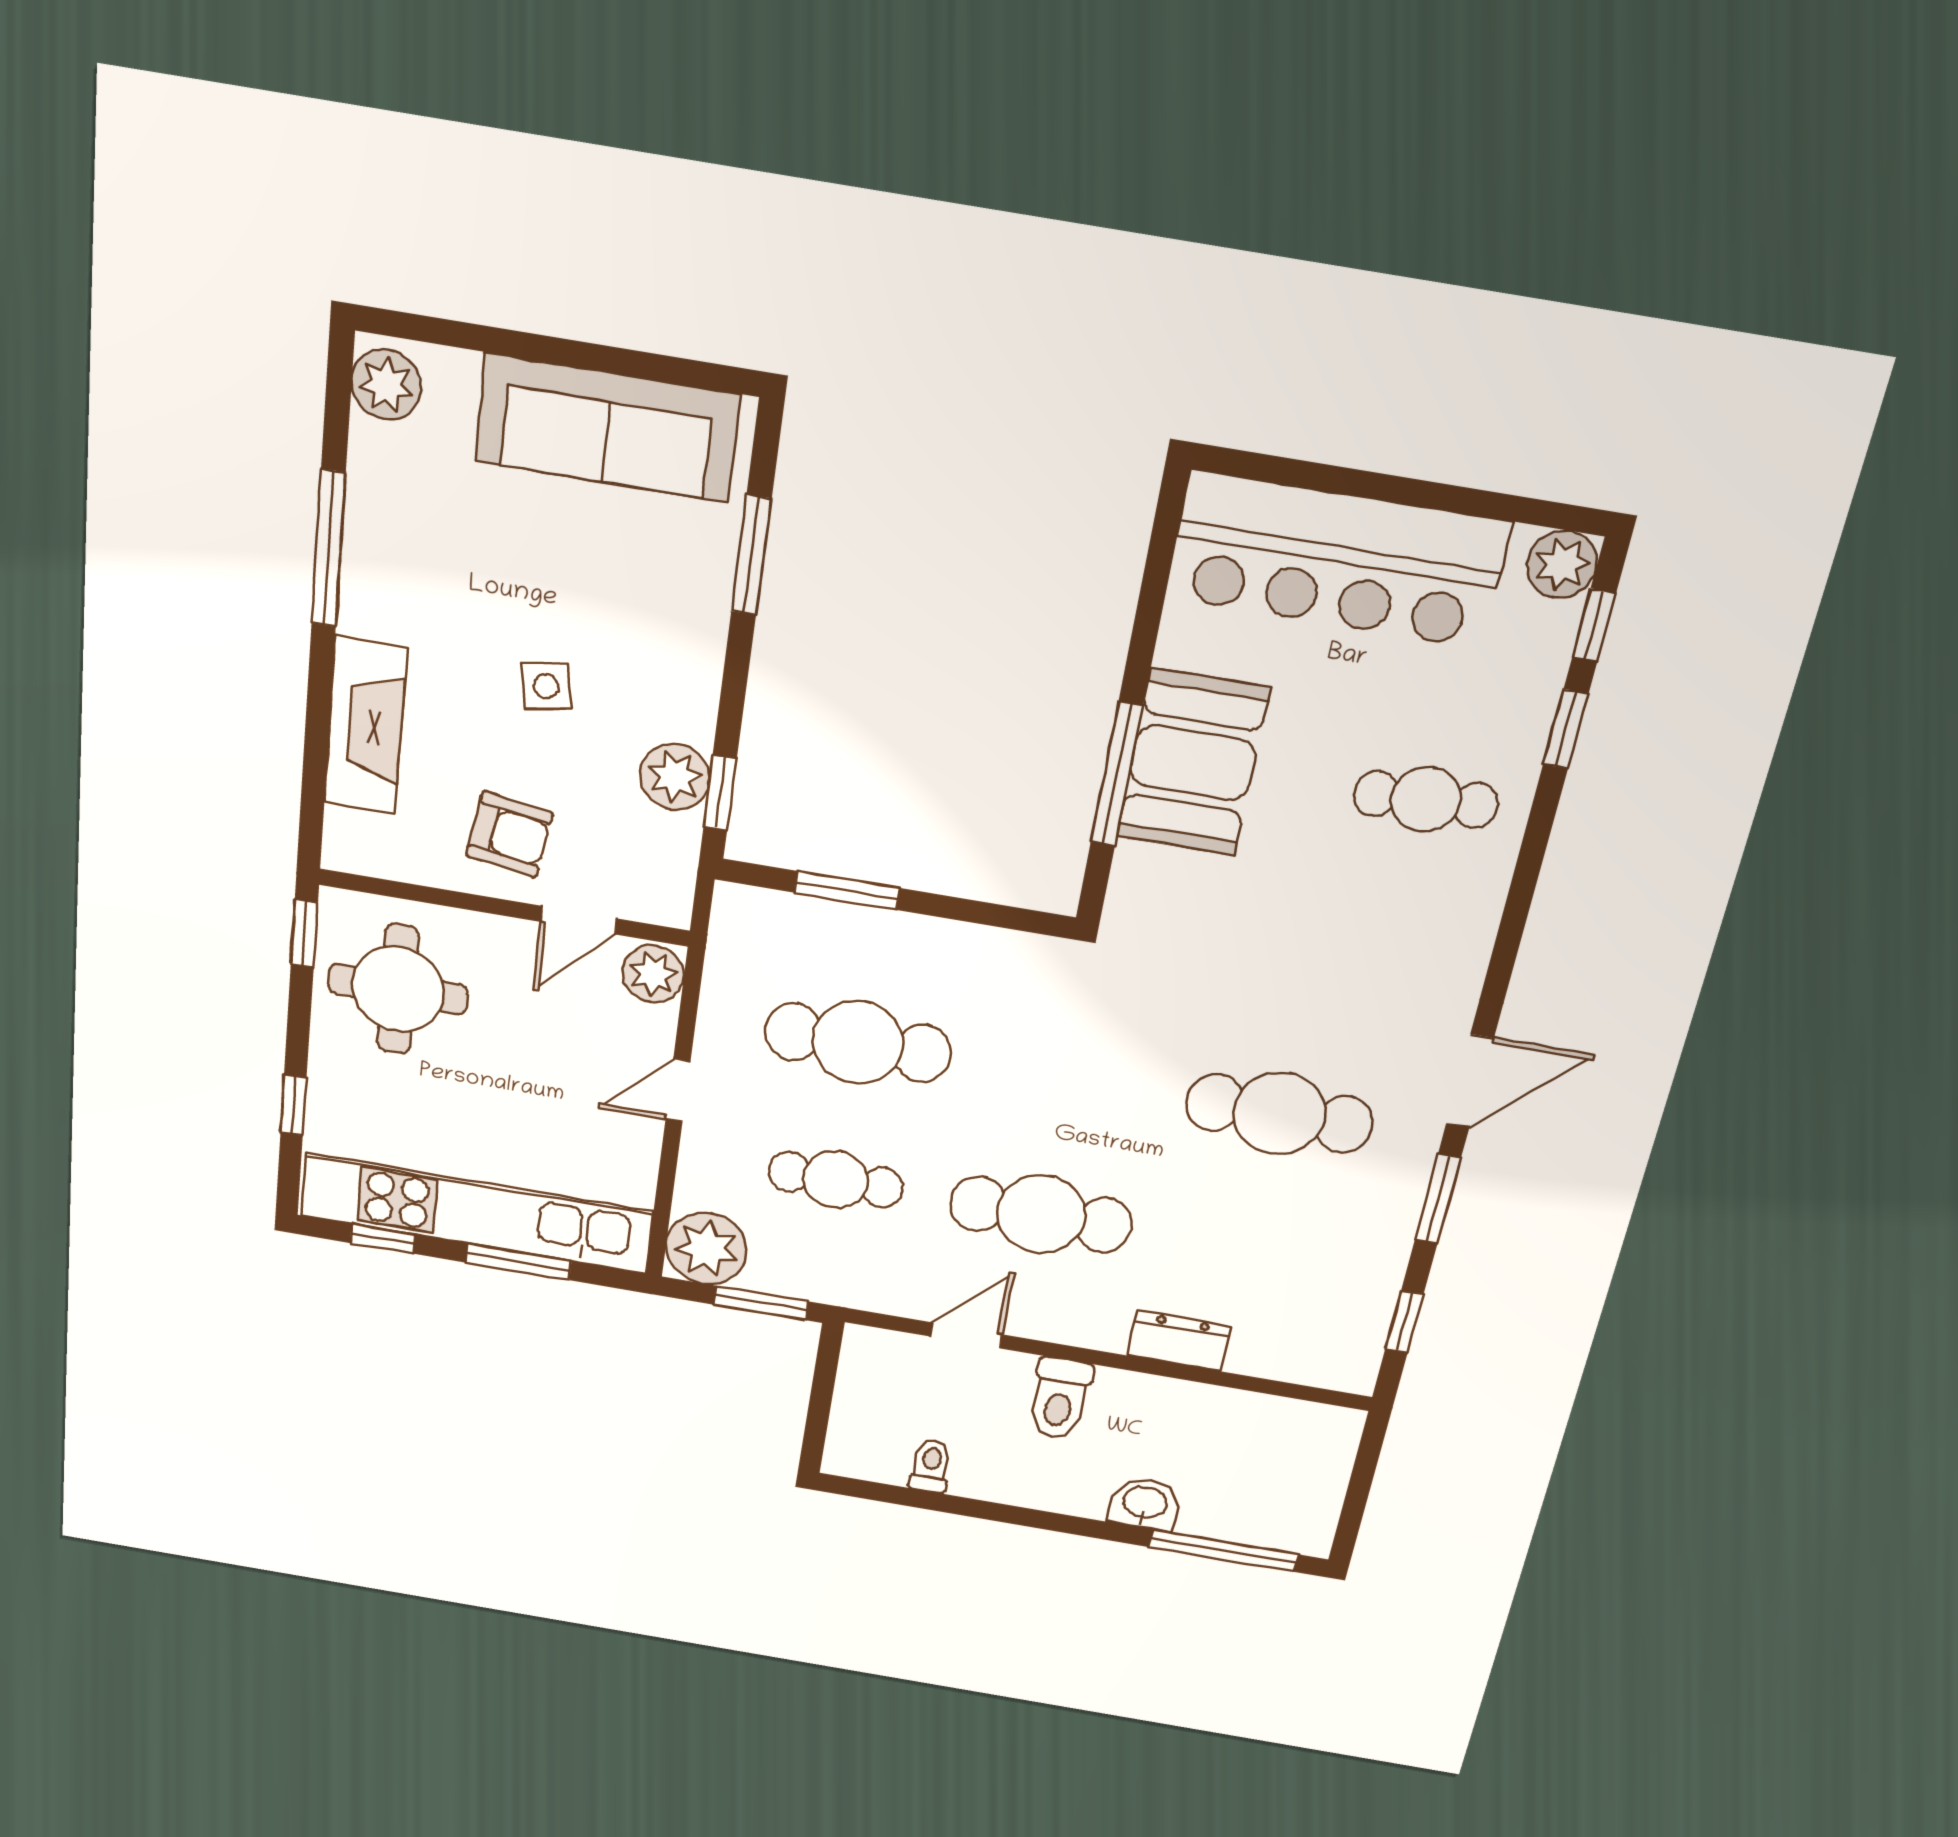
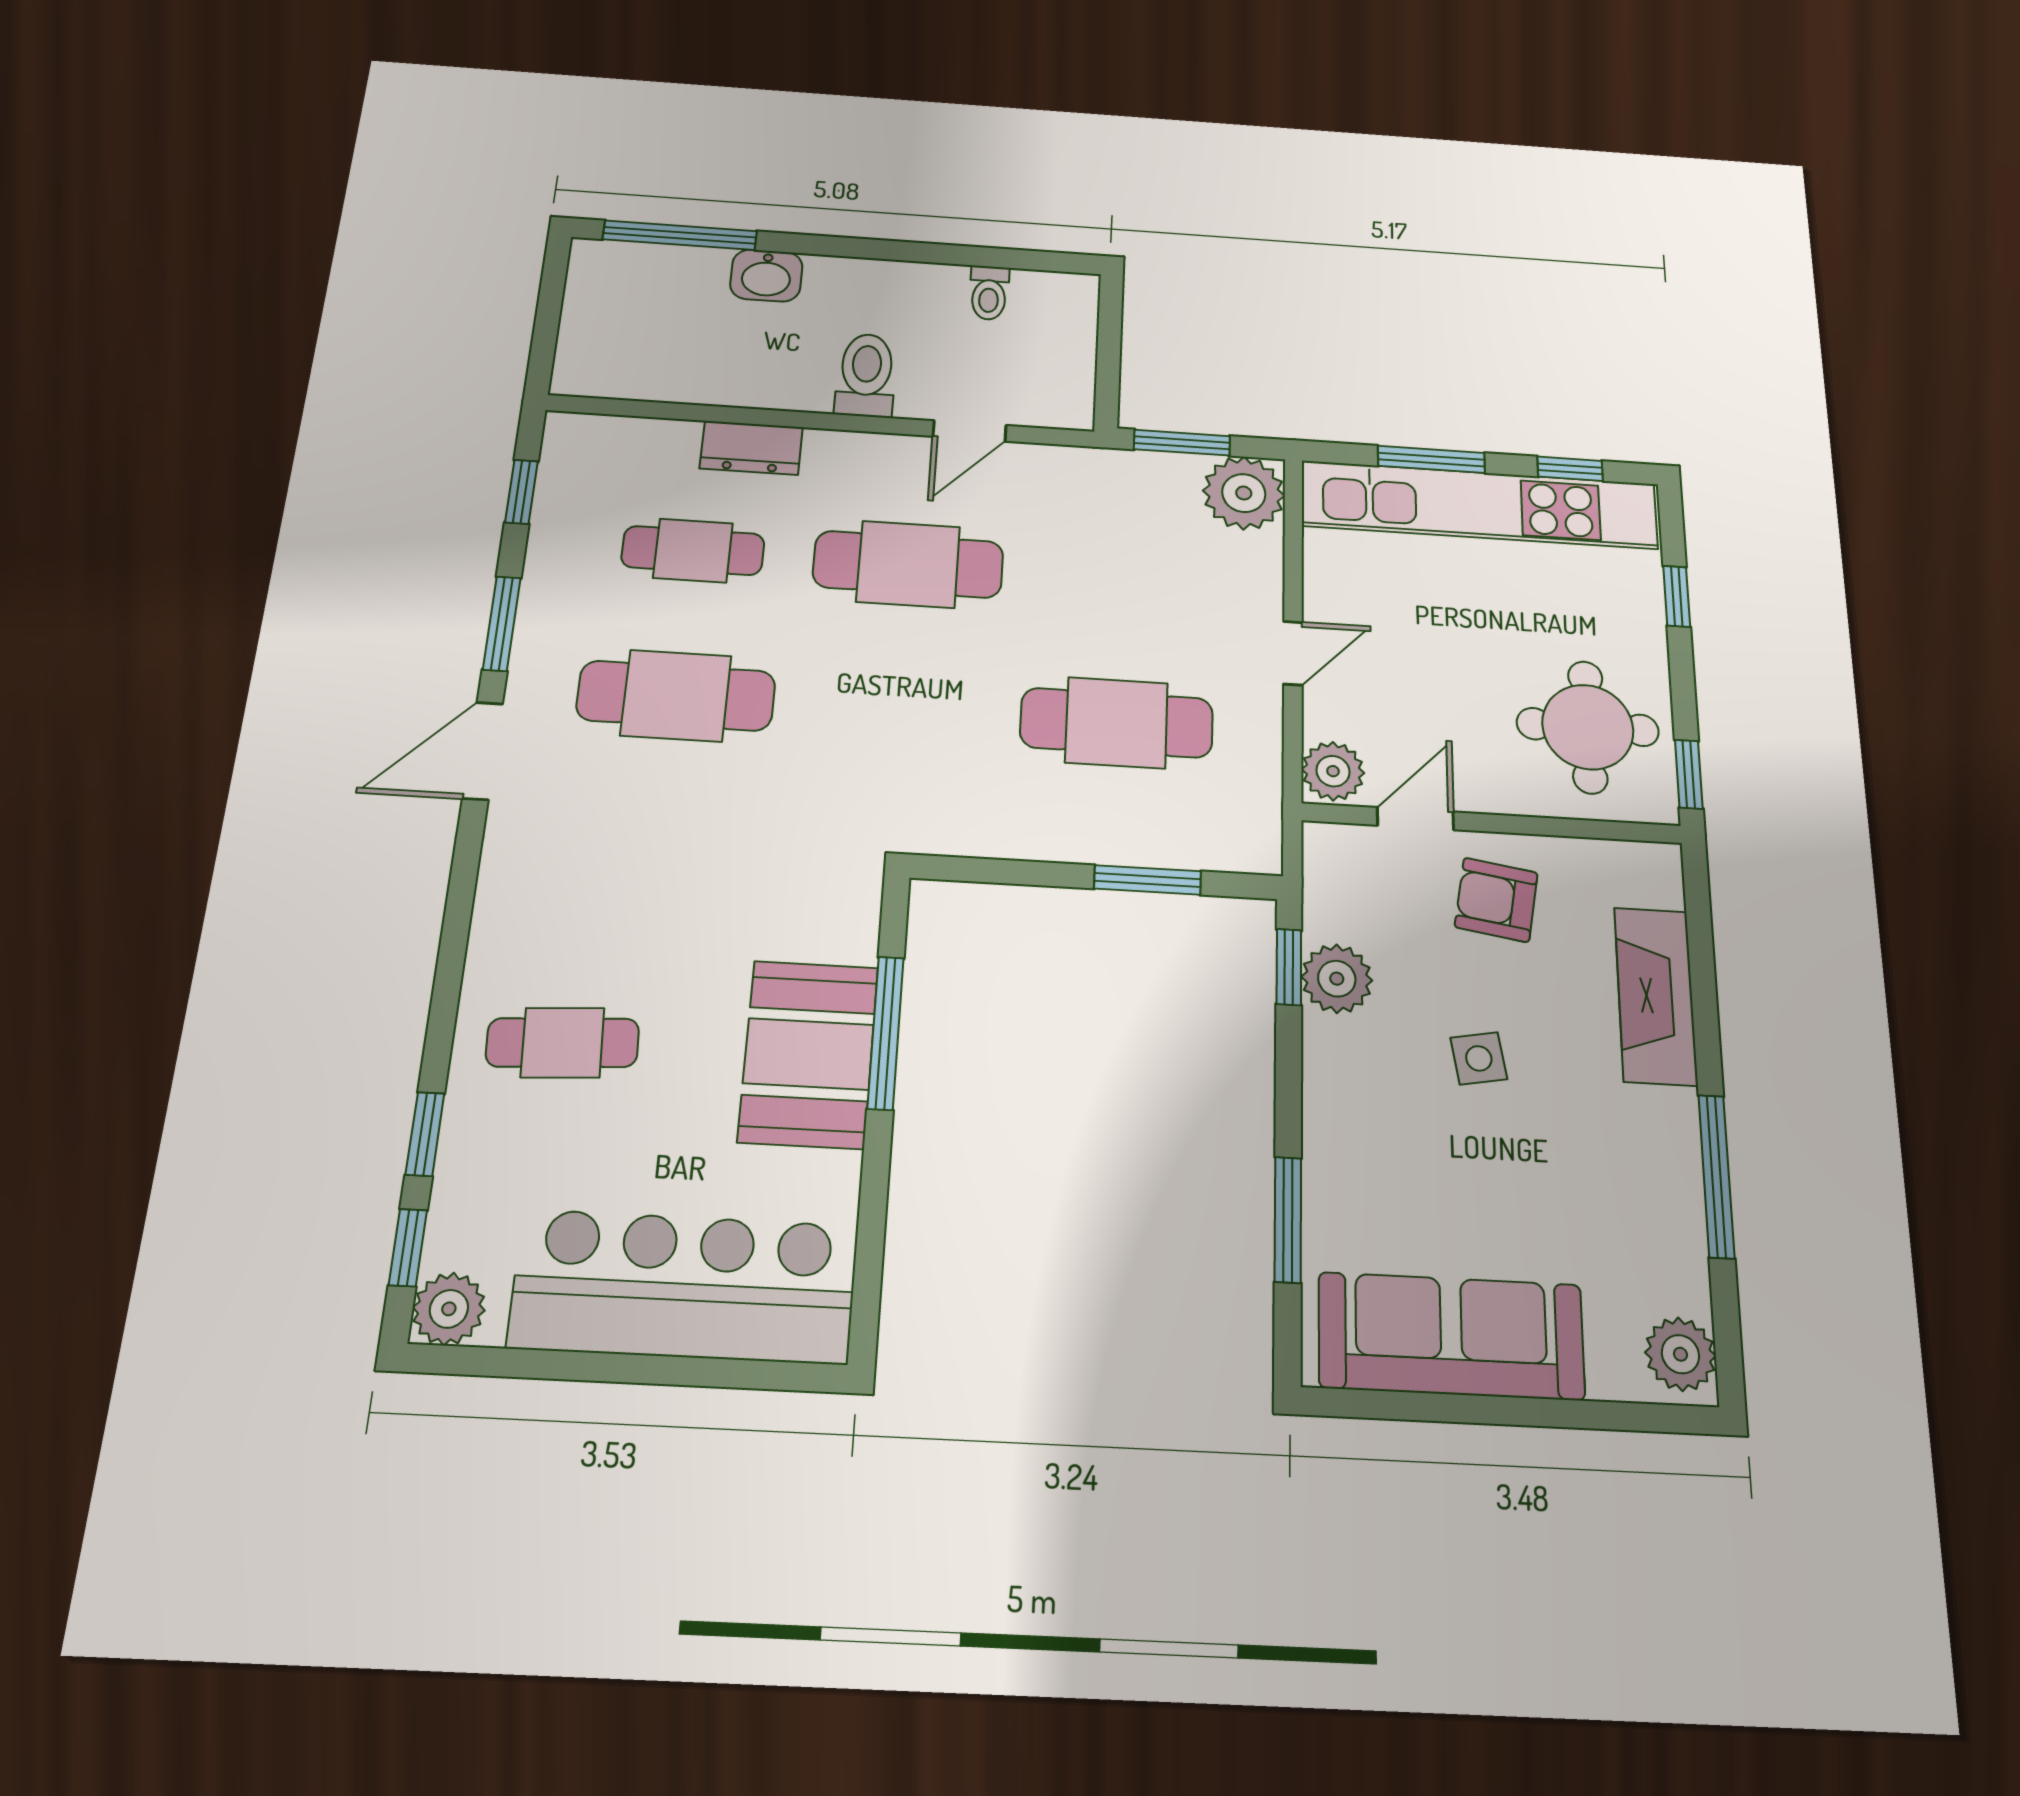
cafe table: (836, 1180) -> (693, 551), moved

